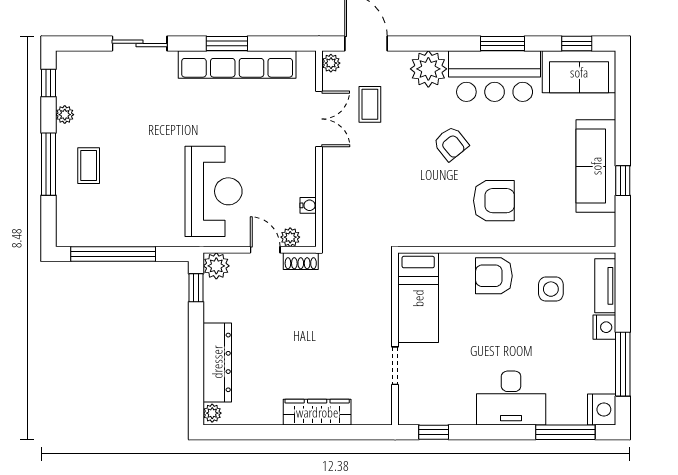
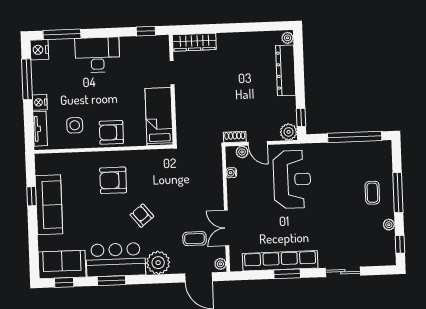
coffee table: (370, 104) -> (195, 239), turned 90
reception desk: (214, 191) -> (292, 179), turned 180
armchair: (494, 276) -> (111, 132), turned 180
wardrobe: (317, 412) -> (194, 42), moved

